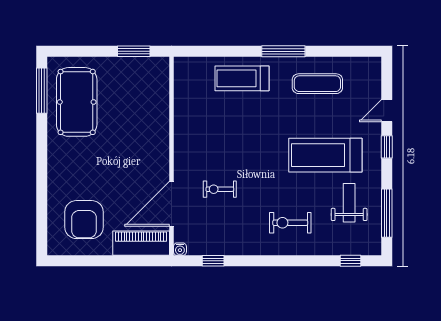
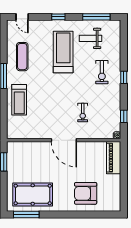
door: (387, 111) -> (22, 17), moved
treadmill: (325, 155) -> (63, 52), turned 180
door: (171, 204) -> (64, 140), moved
armchair: (84, 220) -> (86, 193), moved, turned 180
window: (350, 261) -> (124, 77), moved

